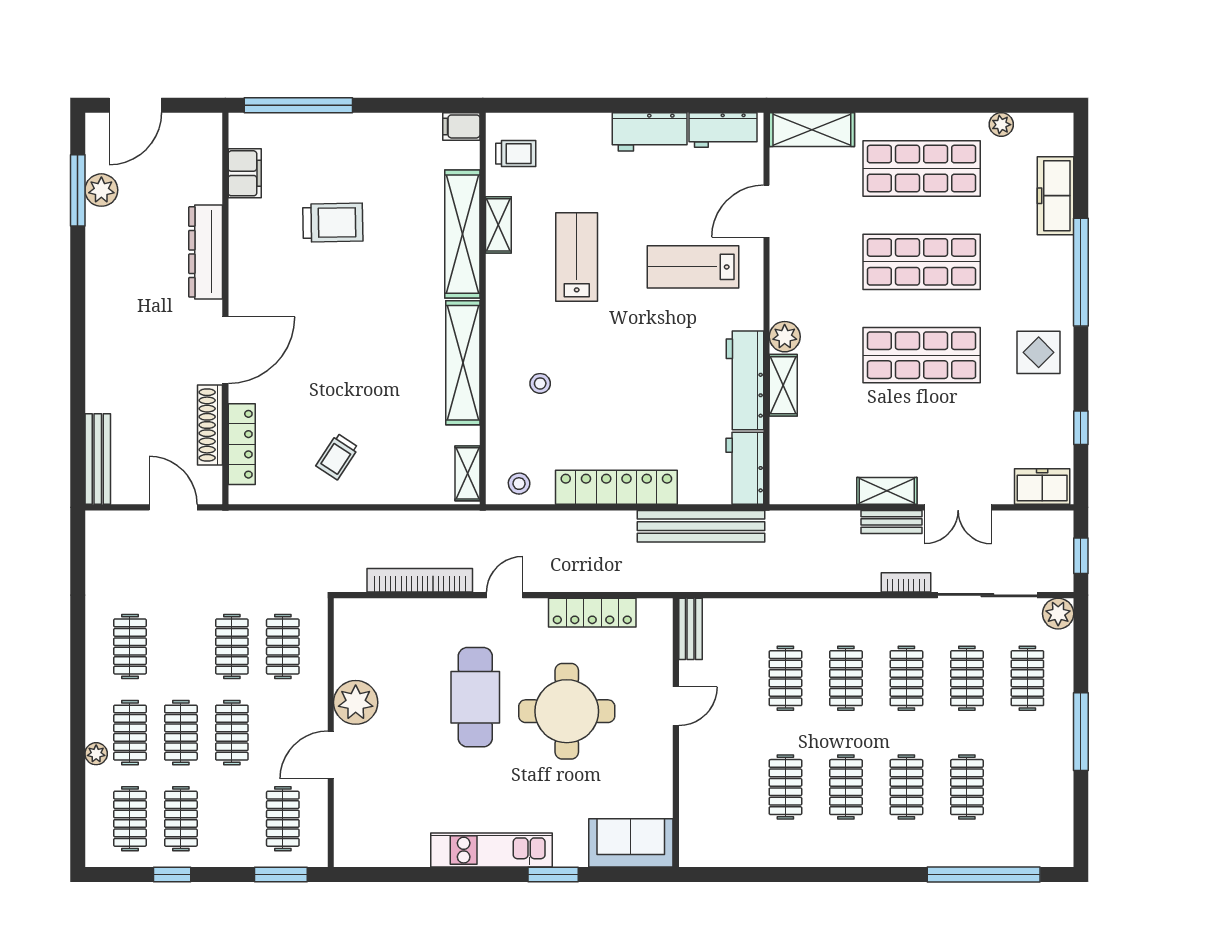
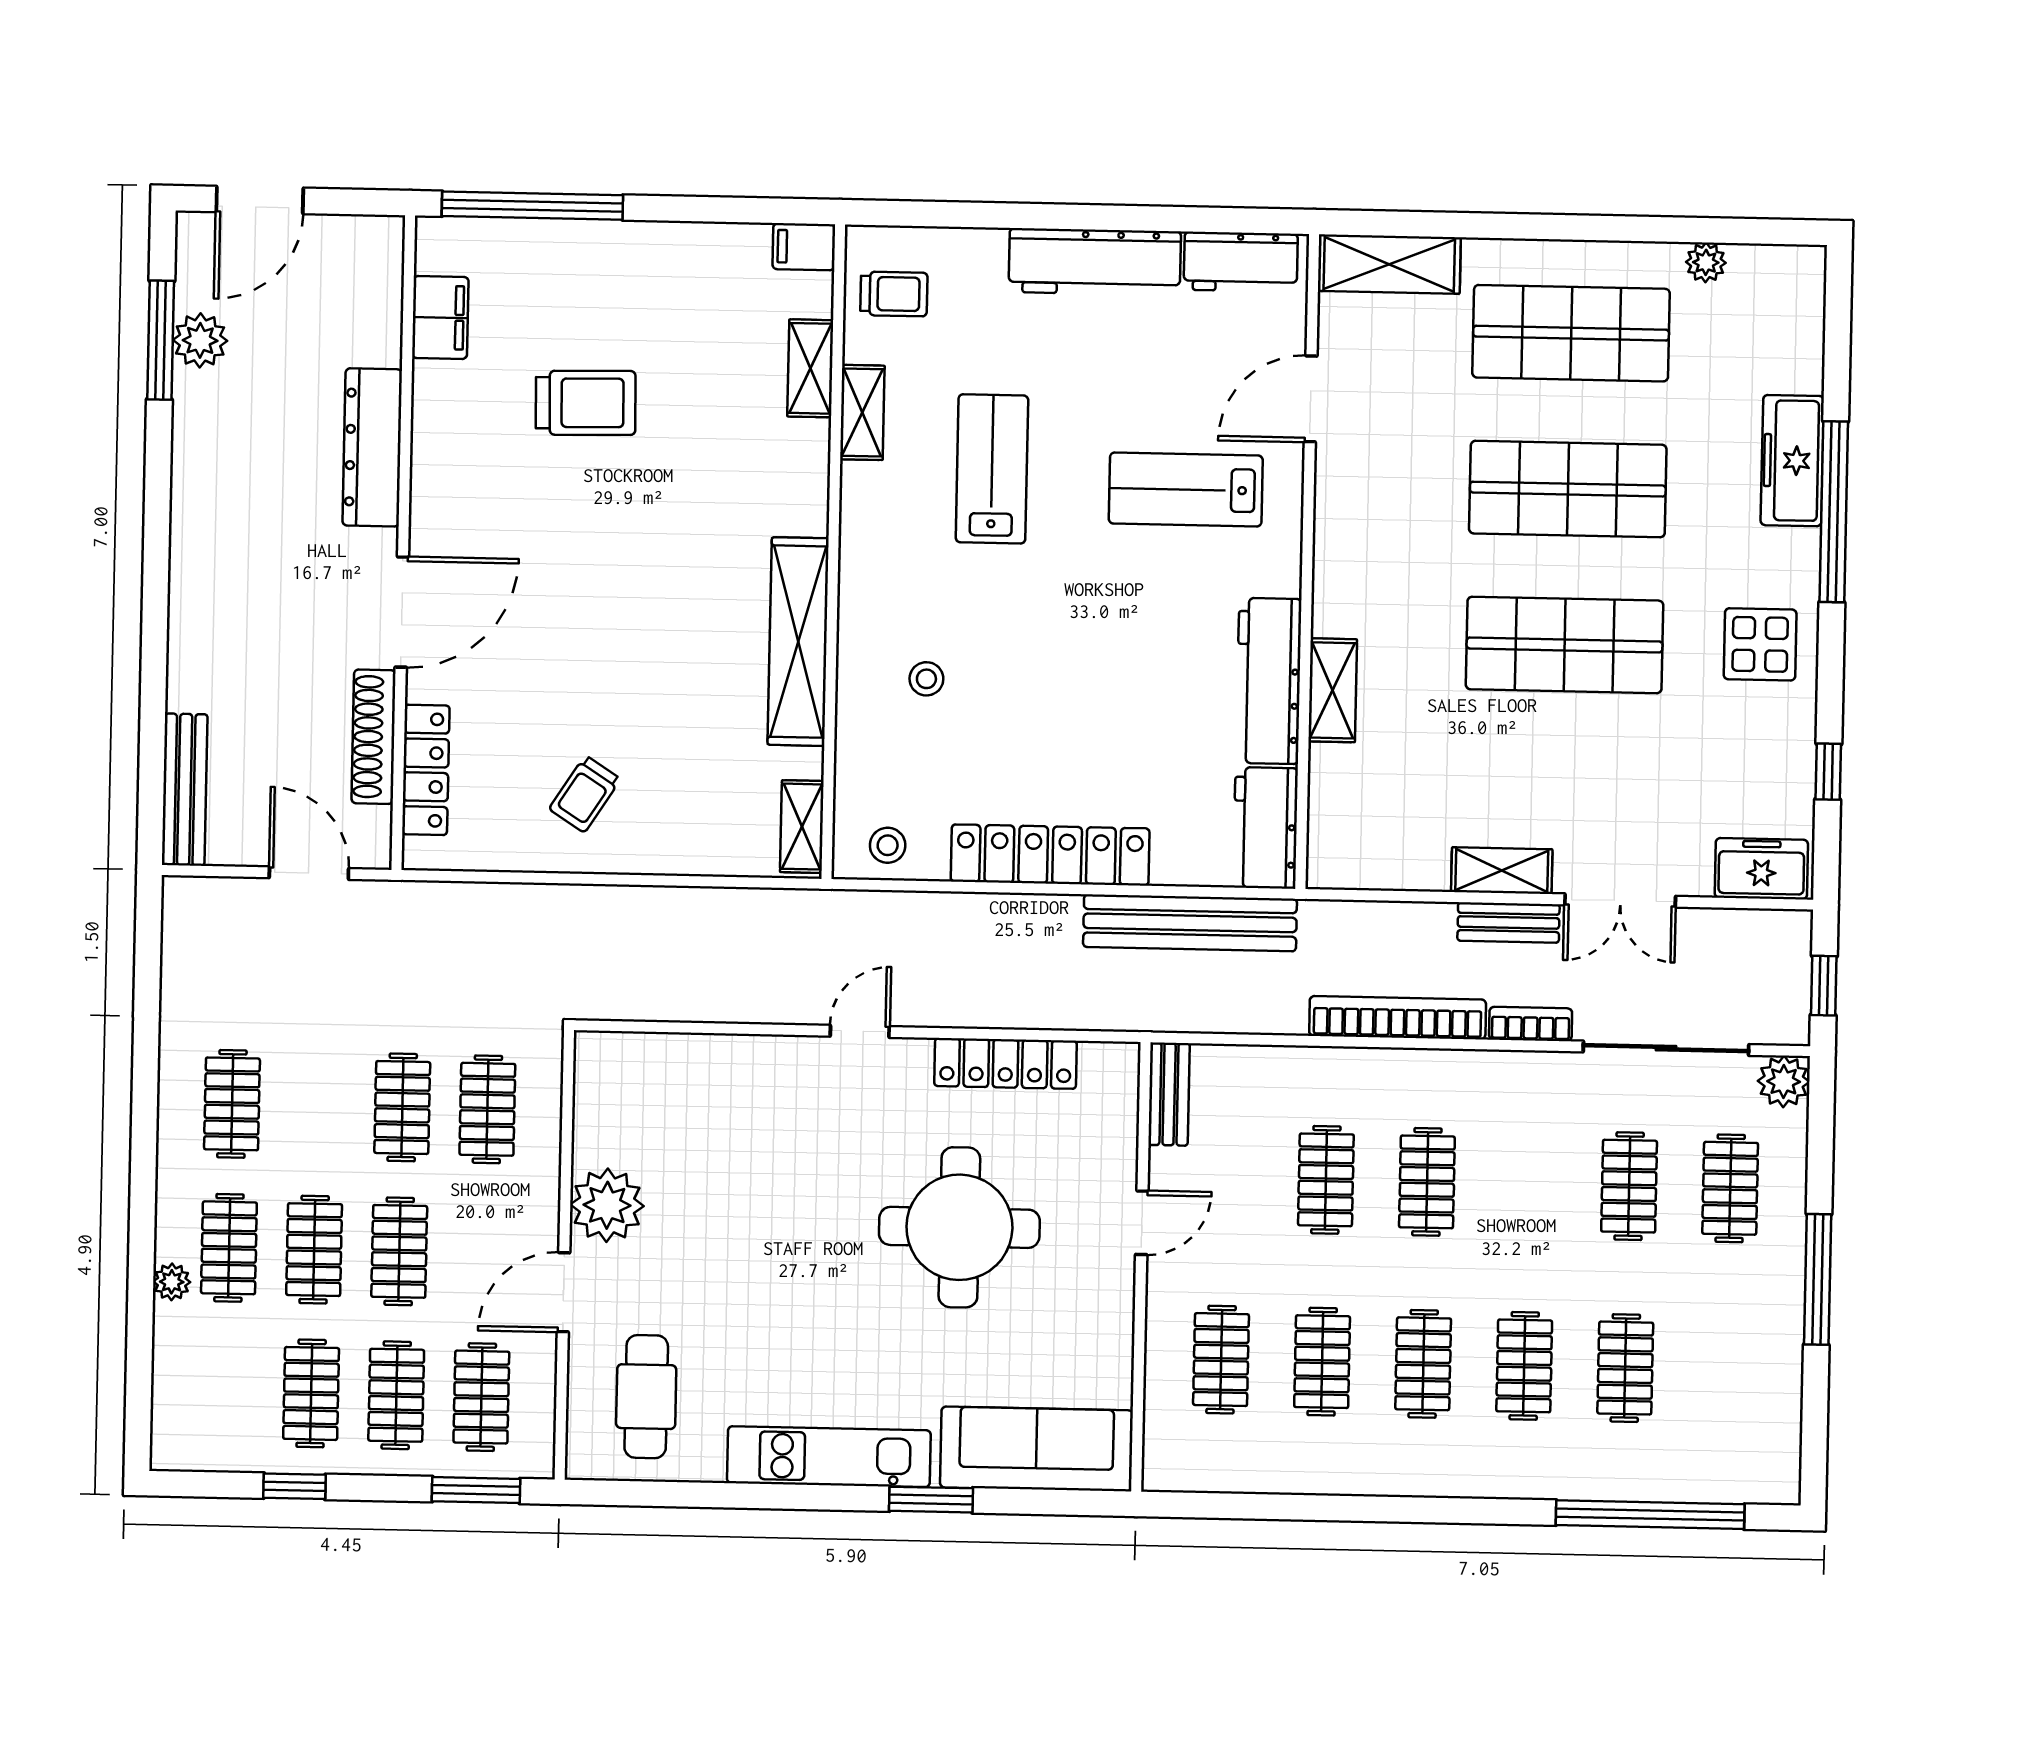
workbench: (650, 132) -> (1095, 262), width x1.38
freezer: (1055, 196) -> (1792, 461), moved
shelving: (462, 234) -> (810, 368), width x0.45, depth x0.75
plant: (785, 337) -> (1337, 609), removed
bookcase: (420, 580) -> (1398, 1018), moved
clothes rail: (906, 678) -> (1221, 1360), moved
cafe table: (475, 697) -> (646, 1397), moved, width x0.73, depth x0.74
clothes rail: (130, 819) -> (396, 1395), moved
sofa: (631, 843) -> (1037, 1449), width x1.36

